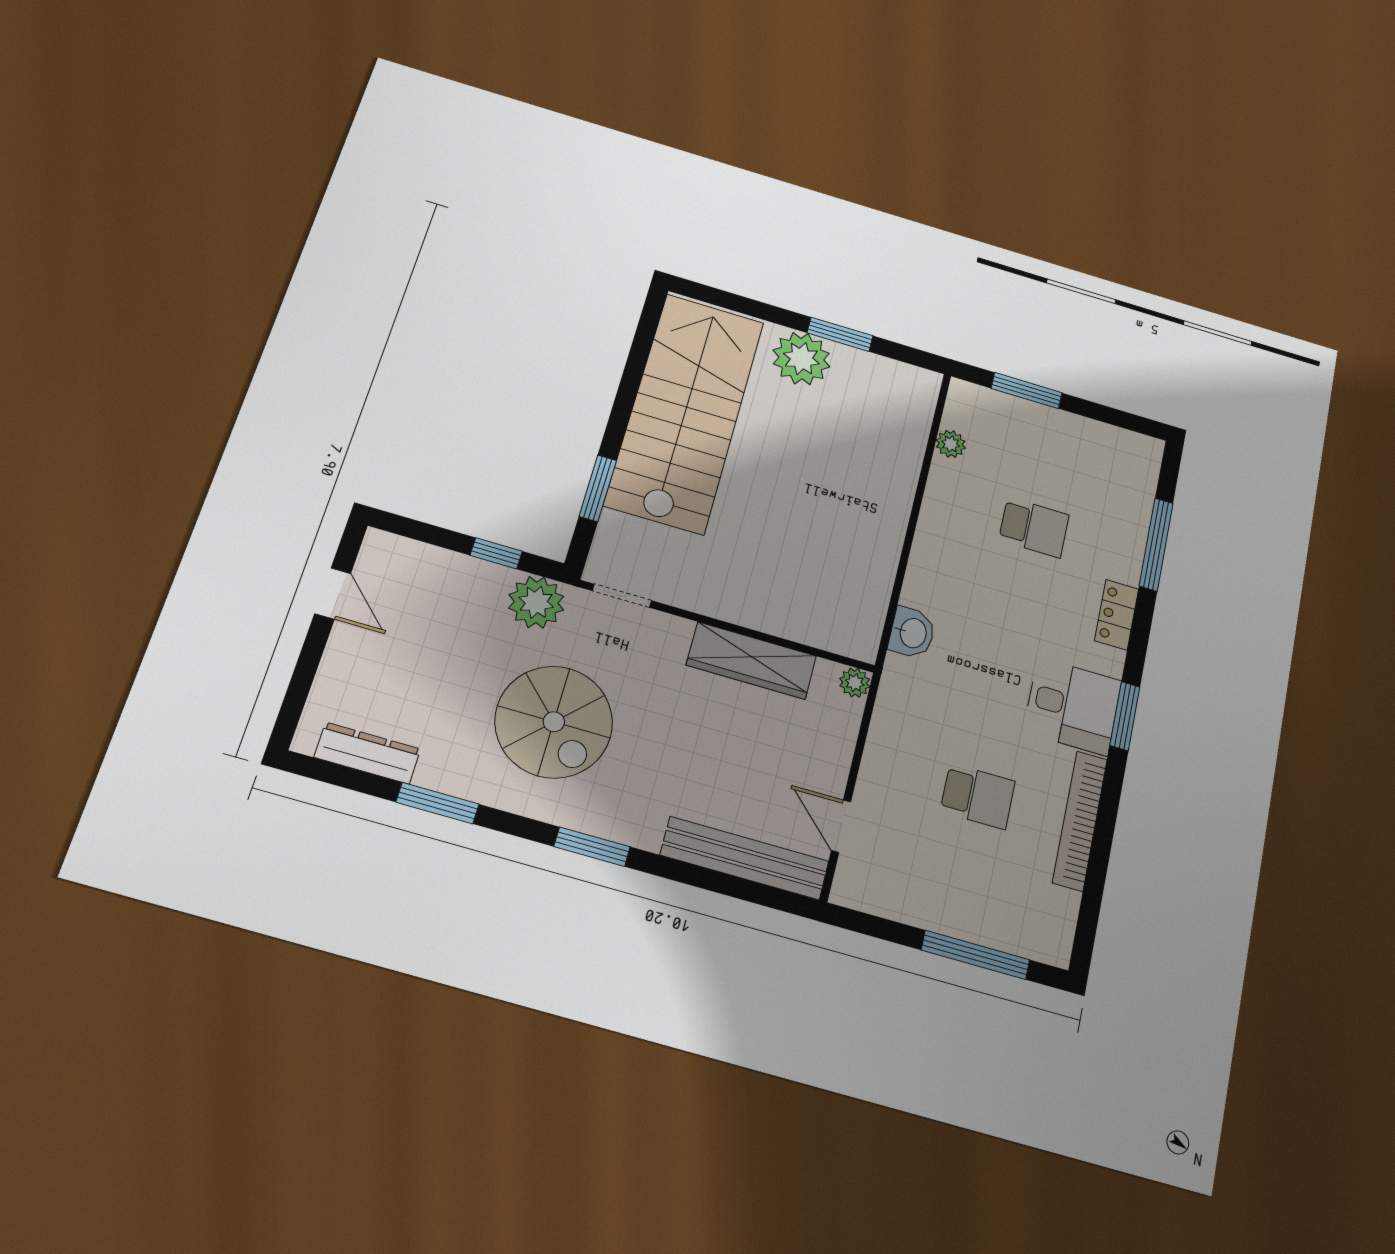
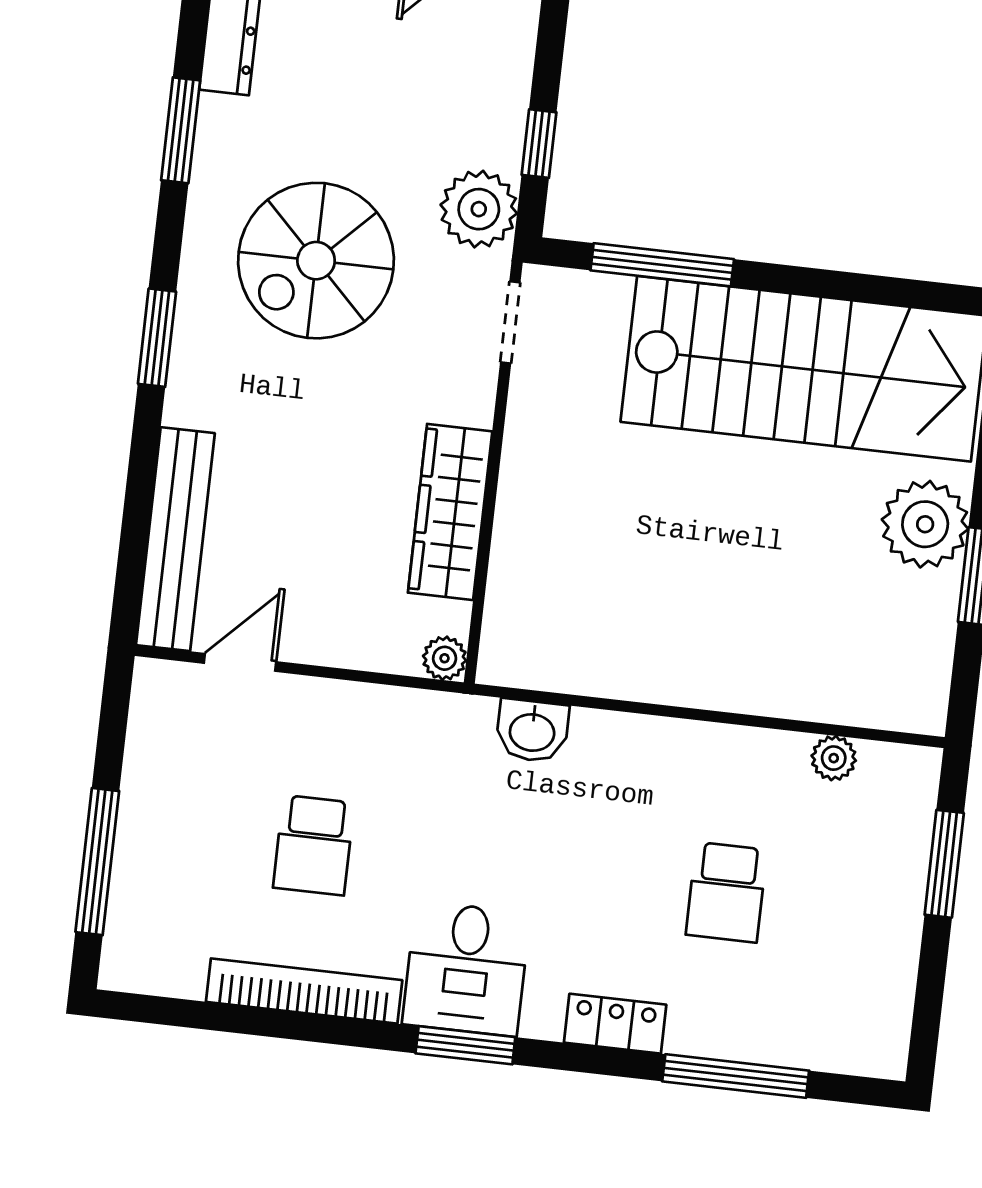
window: (598, 488) -> (662, 265), width x1.44

